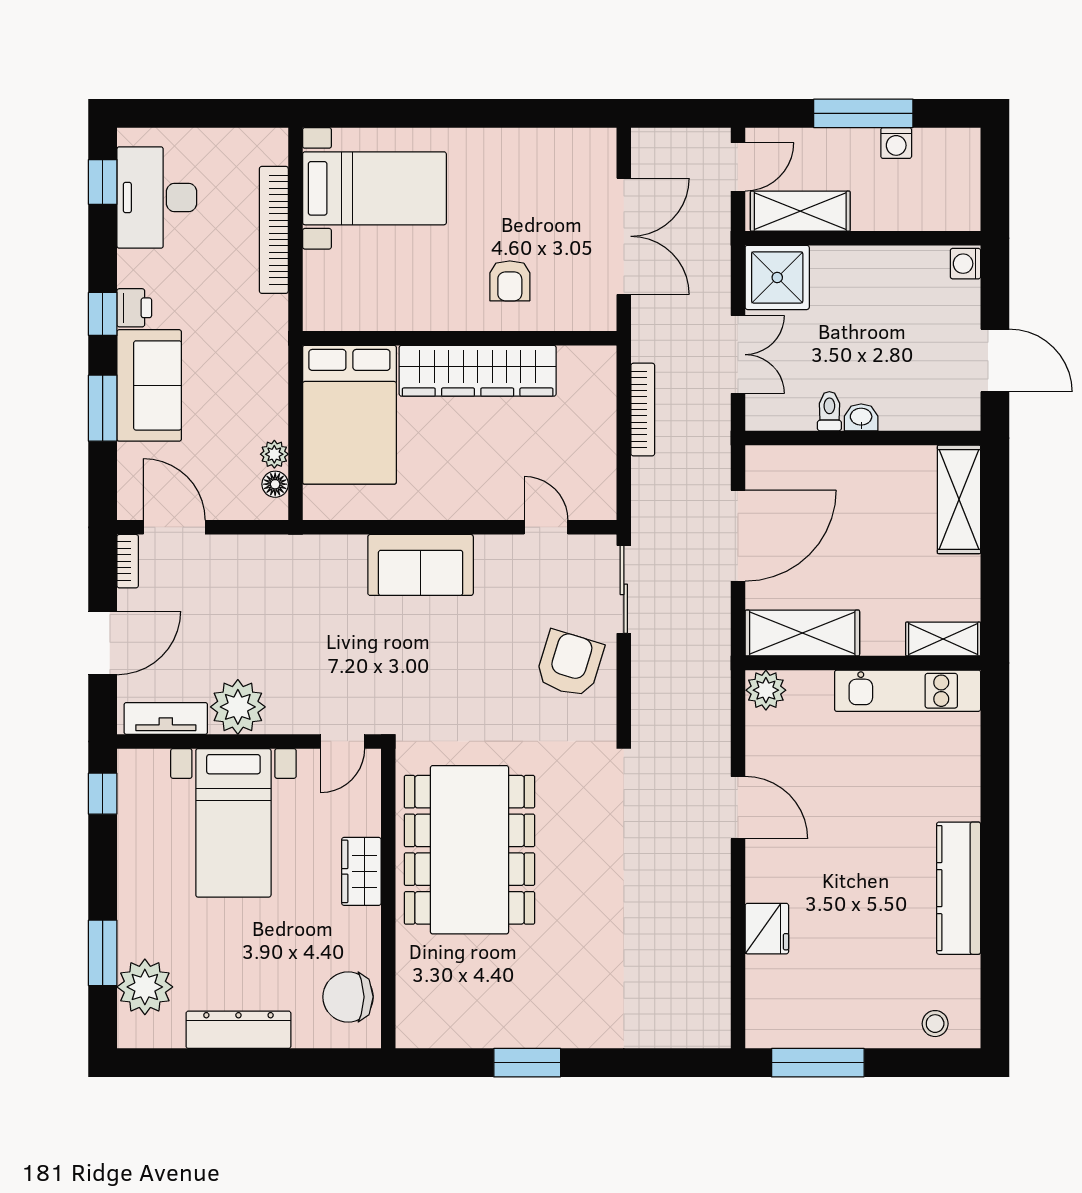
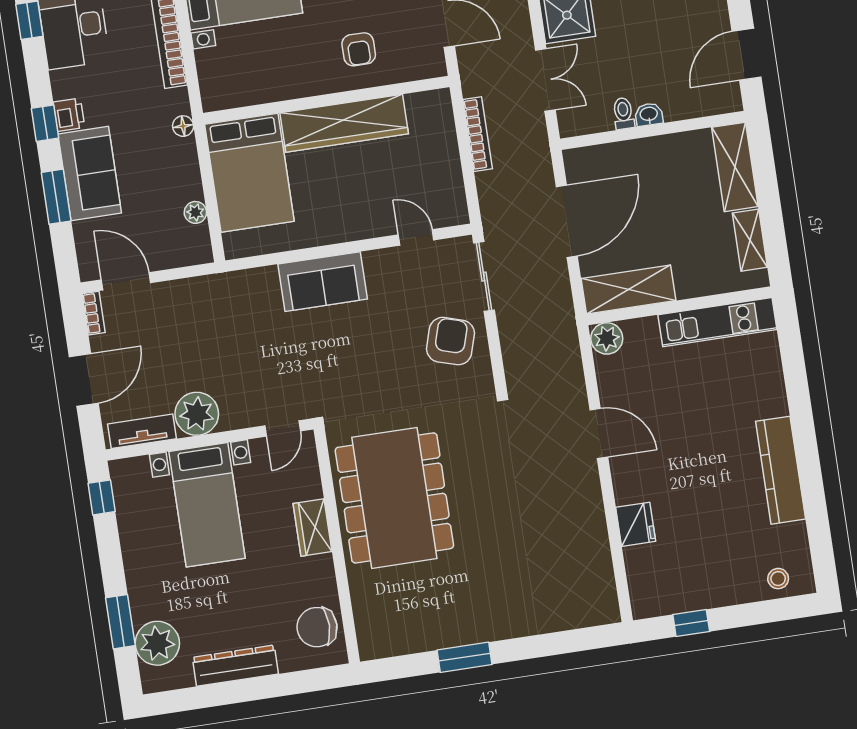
door: (995, 361) -> (747, 54), swing flipped
floor lamp: (275, 484) -> (183, 126), moved
shelving: (943, 639) -> (750, 240), moved, turned 90
window: (818, 1063) -> (691, 623), width x0.46

